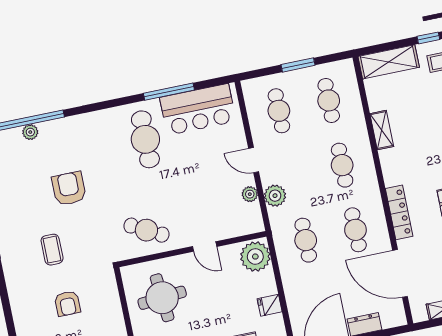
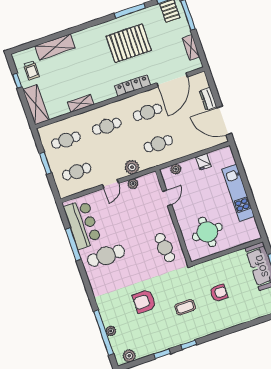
cafe table: (146, 230) -> (165, 248), turned -36
door: (205, 247) -> (167, 198), moved
plant: (255, 257) -> (176, 169), width x0.53, depth x0.53

